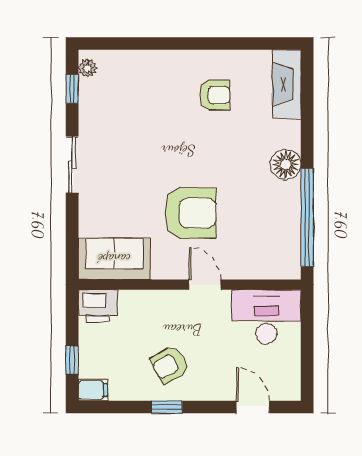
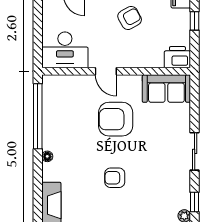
armchair: (215, 95) -> (115, 178), moved
floor lamp: (286, 164) -> (47, 156), width x0.53, depth x0.53

